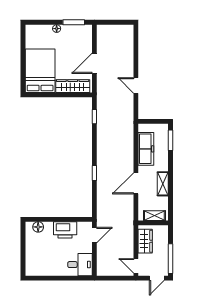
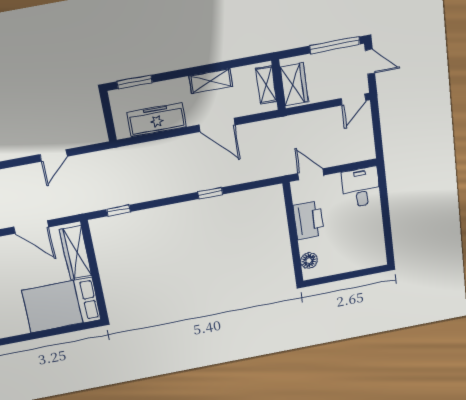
wardrobe: (145, 241) -> (294, 84), moved, turned 90

